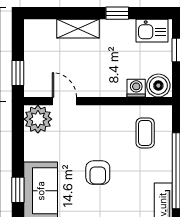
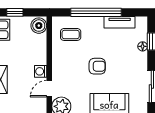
washing machine: (136, 88) -> (41, 71), moved

